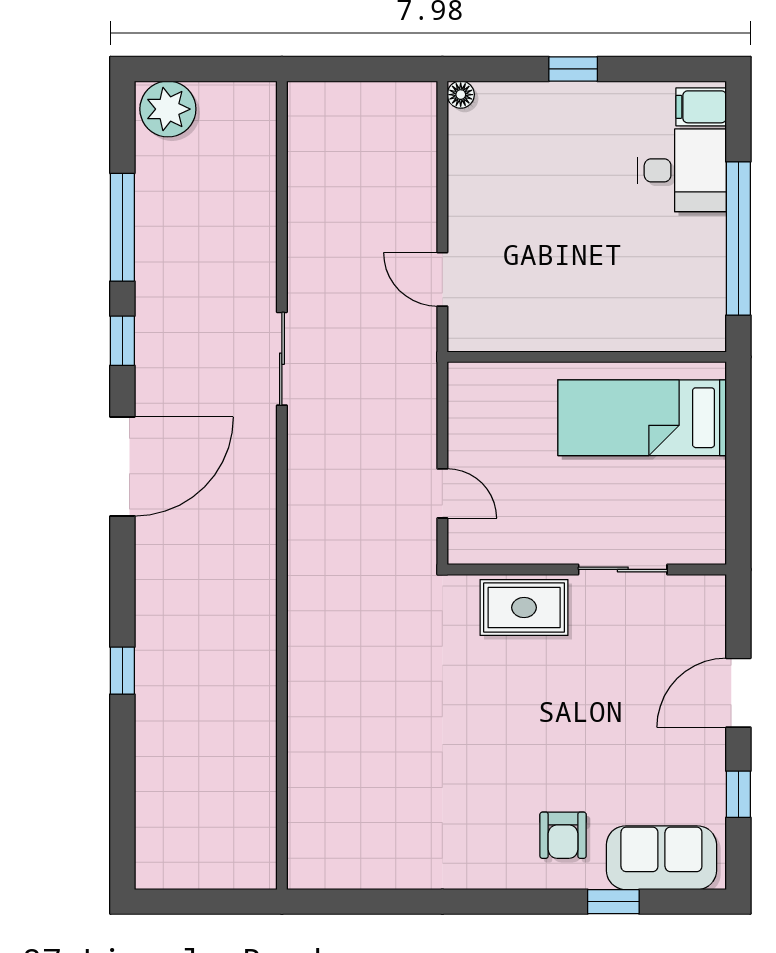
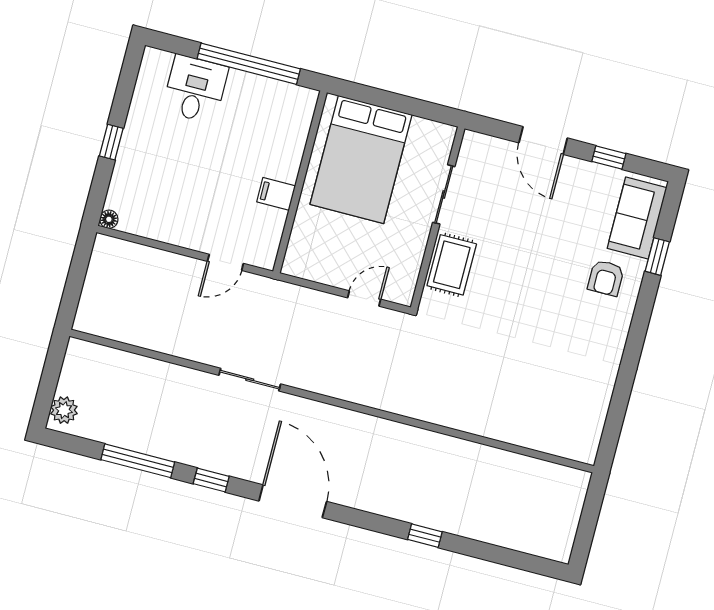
filing cabinet: (701, 107) -> (276, 194), moved, turned 90
plant: (168, 109) -> (64, 410), width x0.73, depth x0.73
bed: (642, 418) -> (361, 160), width x1.50
armchair: (563, 835) -> (606, 278), turned 90

